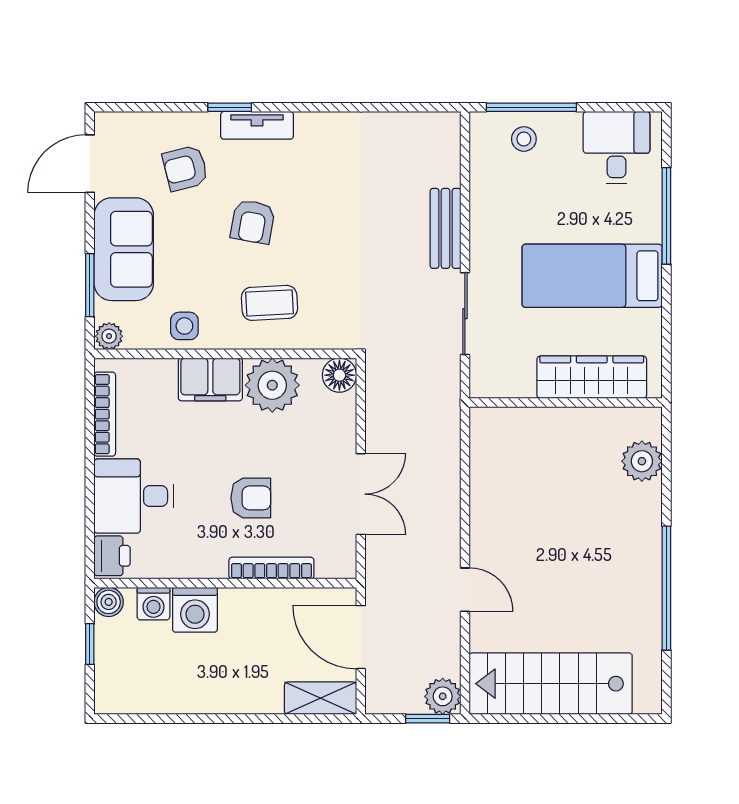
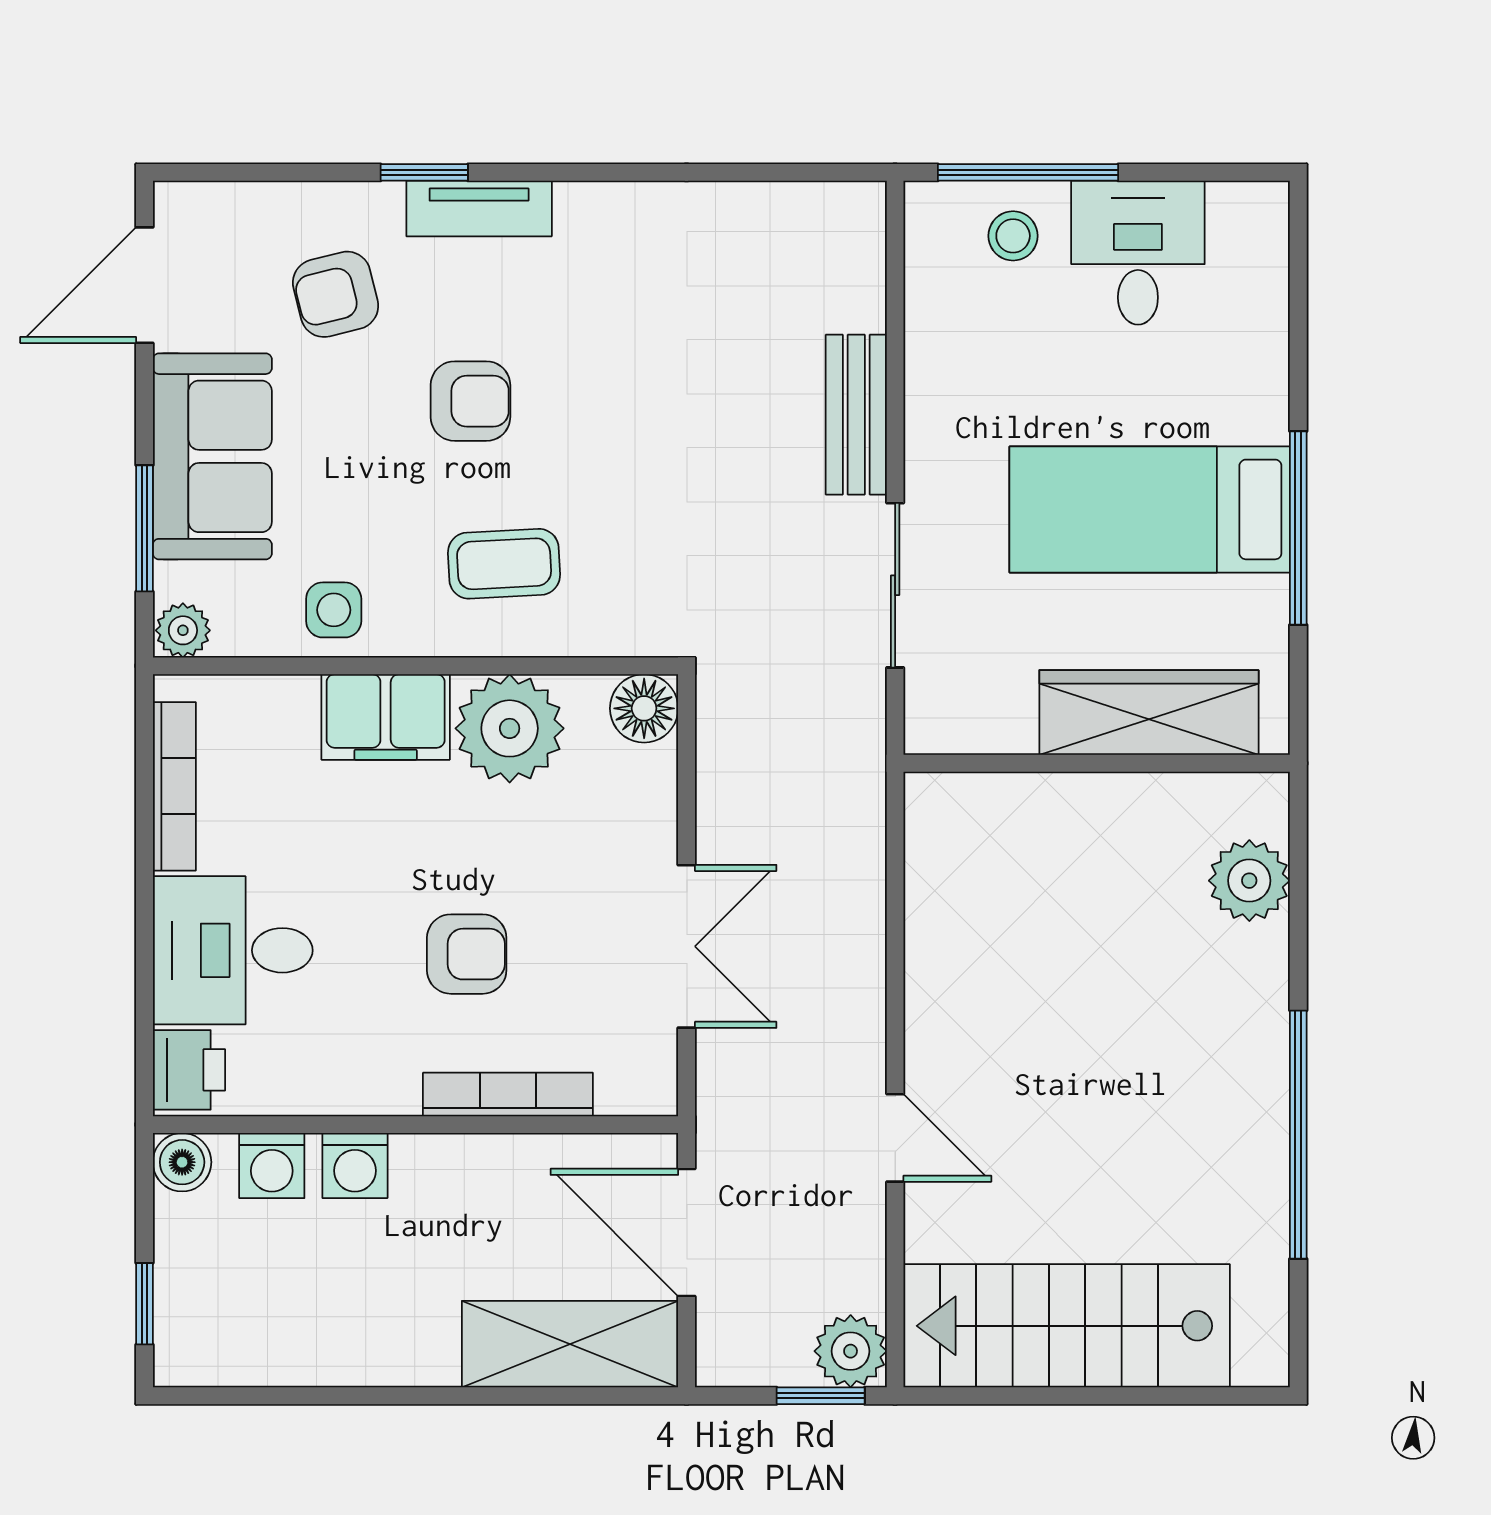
desk: (617, 147) -> (1138, 253), moved
window: (666, 216) -> (1298, 528), moved
armchair: (253, 222) -> (470, 401), turned -100
washing machine: (195, 610) -> (355, 1166), width x0.73, depth x0.73
window: (90, 644) -> (144, 1304), moved
shelving: (321, 698) -> (570, 1344), width x1.50, depth x1.33

